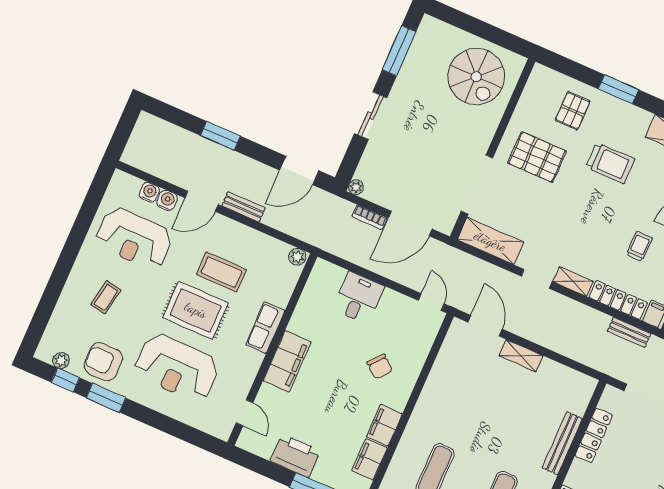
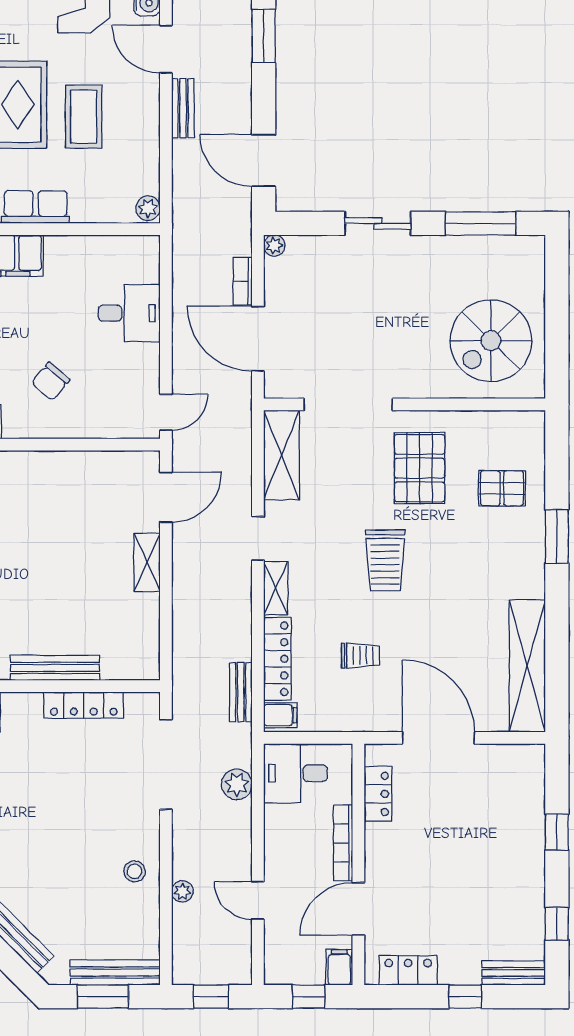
trolley: (610, 163) -> (385, 560), moved

